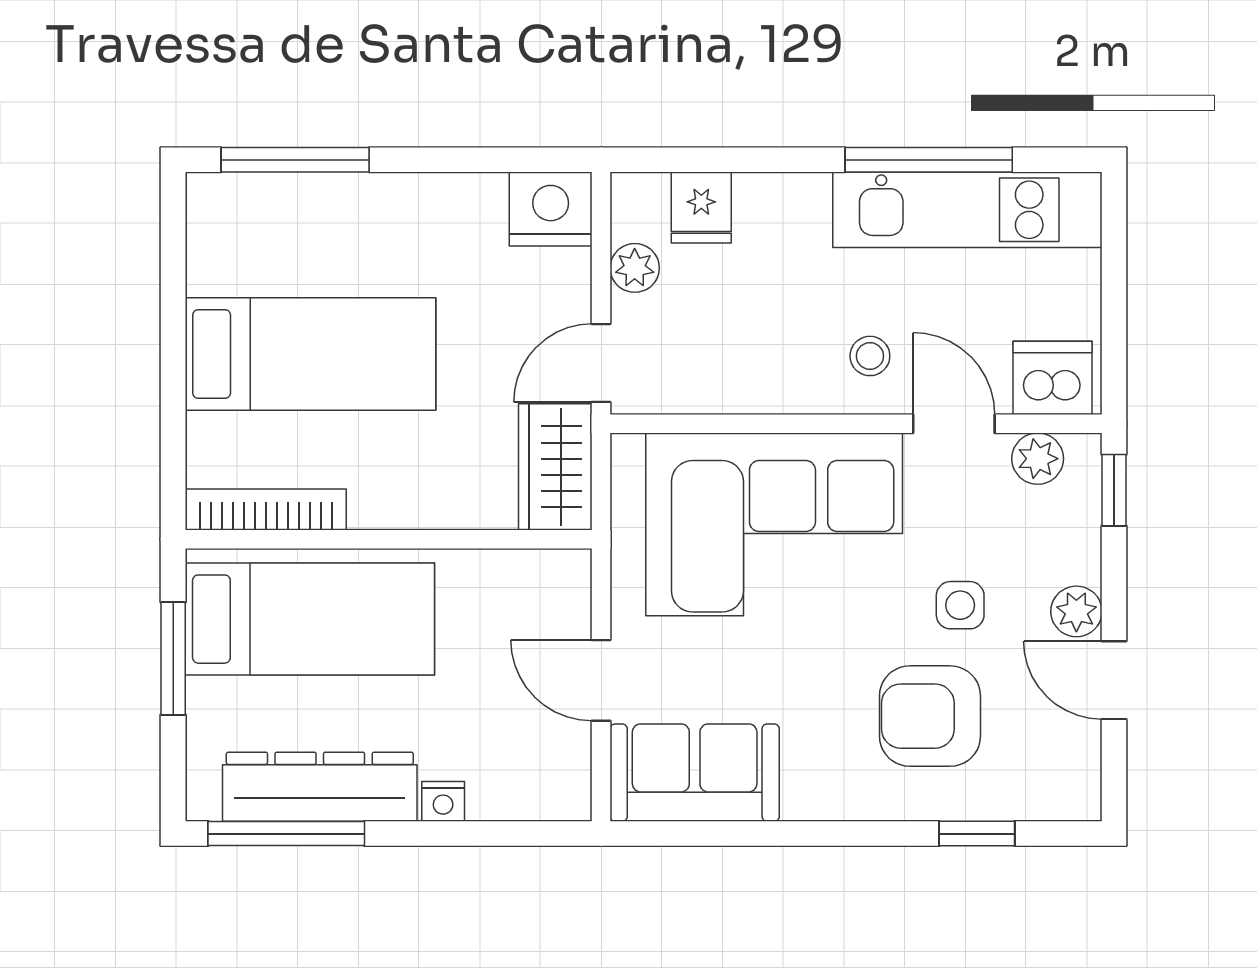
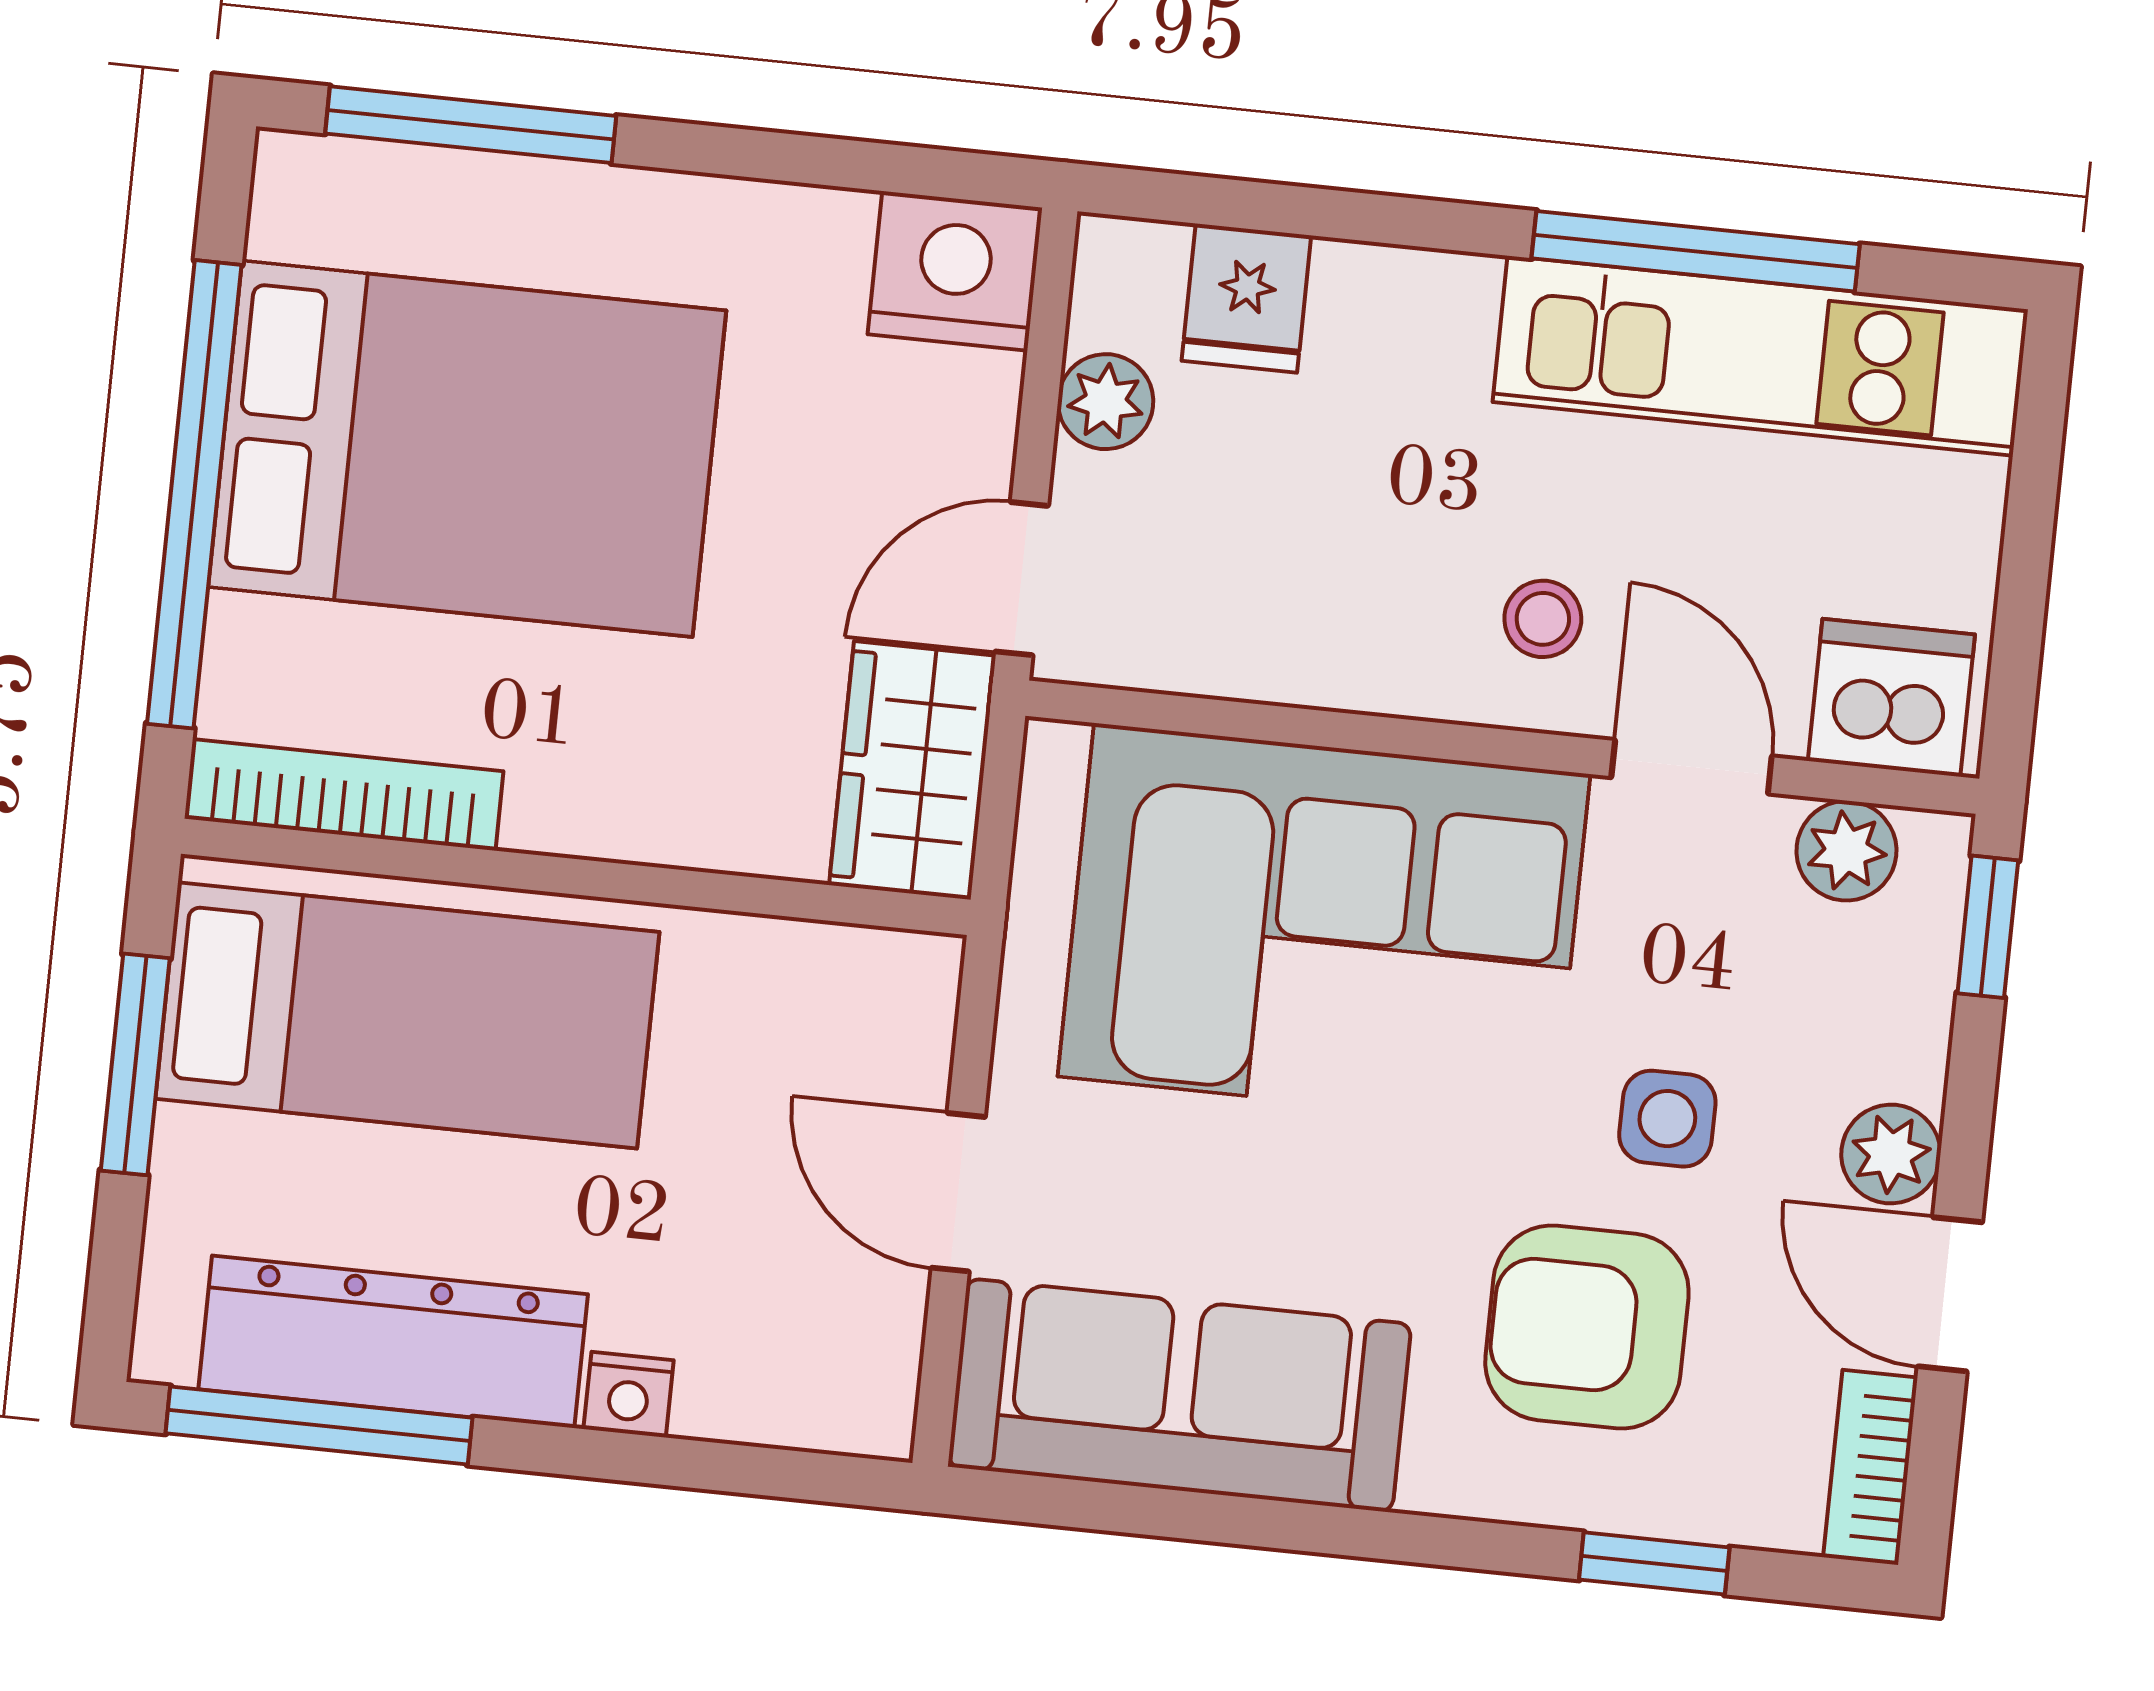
bed: (310, 354) -> (467, 449), width x1.50
window: (173, 364) -> (194, 494), added
sofa: (695, 773) -> (1180, 1395), width x1.36
bookcase: (1082, 773) -> (1870, 1467), added

